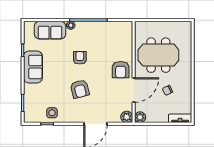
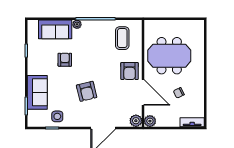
coffee table: (114, 38) -> (122, 38), added
armchair: (80, 58) -> (65, 60), moved
sofa: (33, 67) -> (37, 92), moved
door: (134, 90) -> (143, 92), hinge flipped

